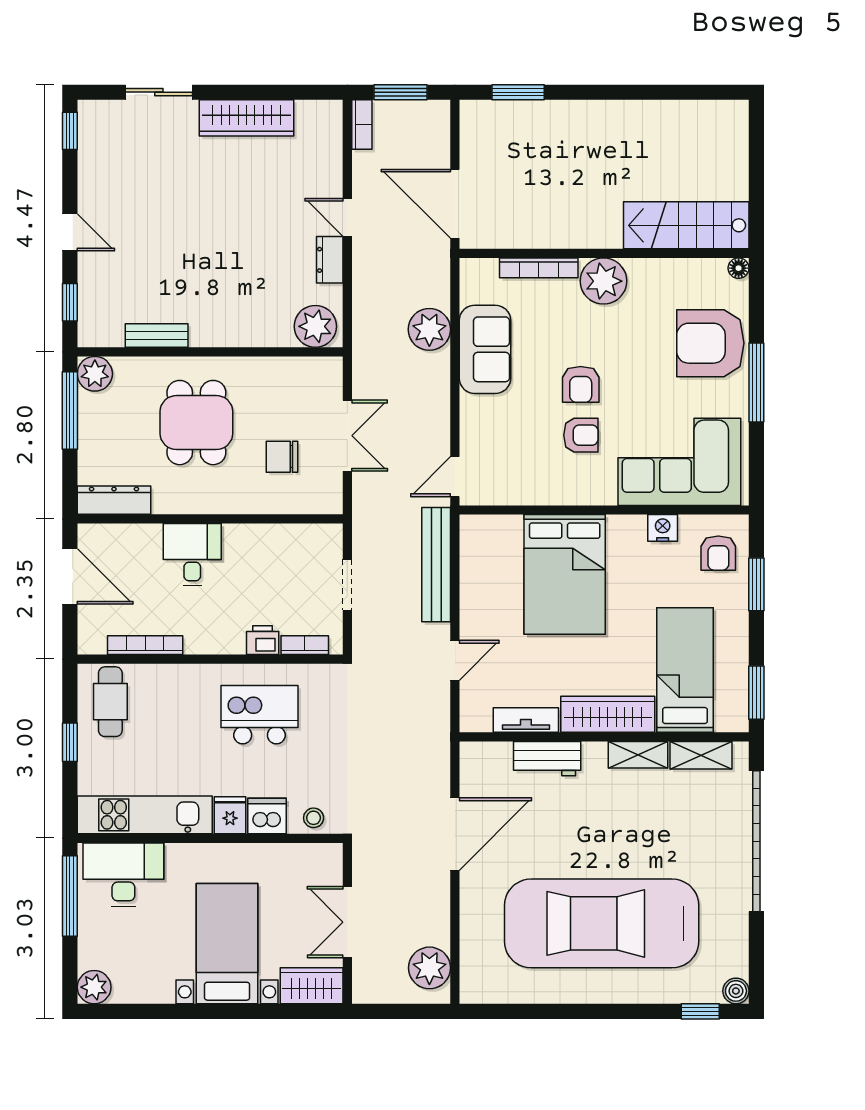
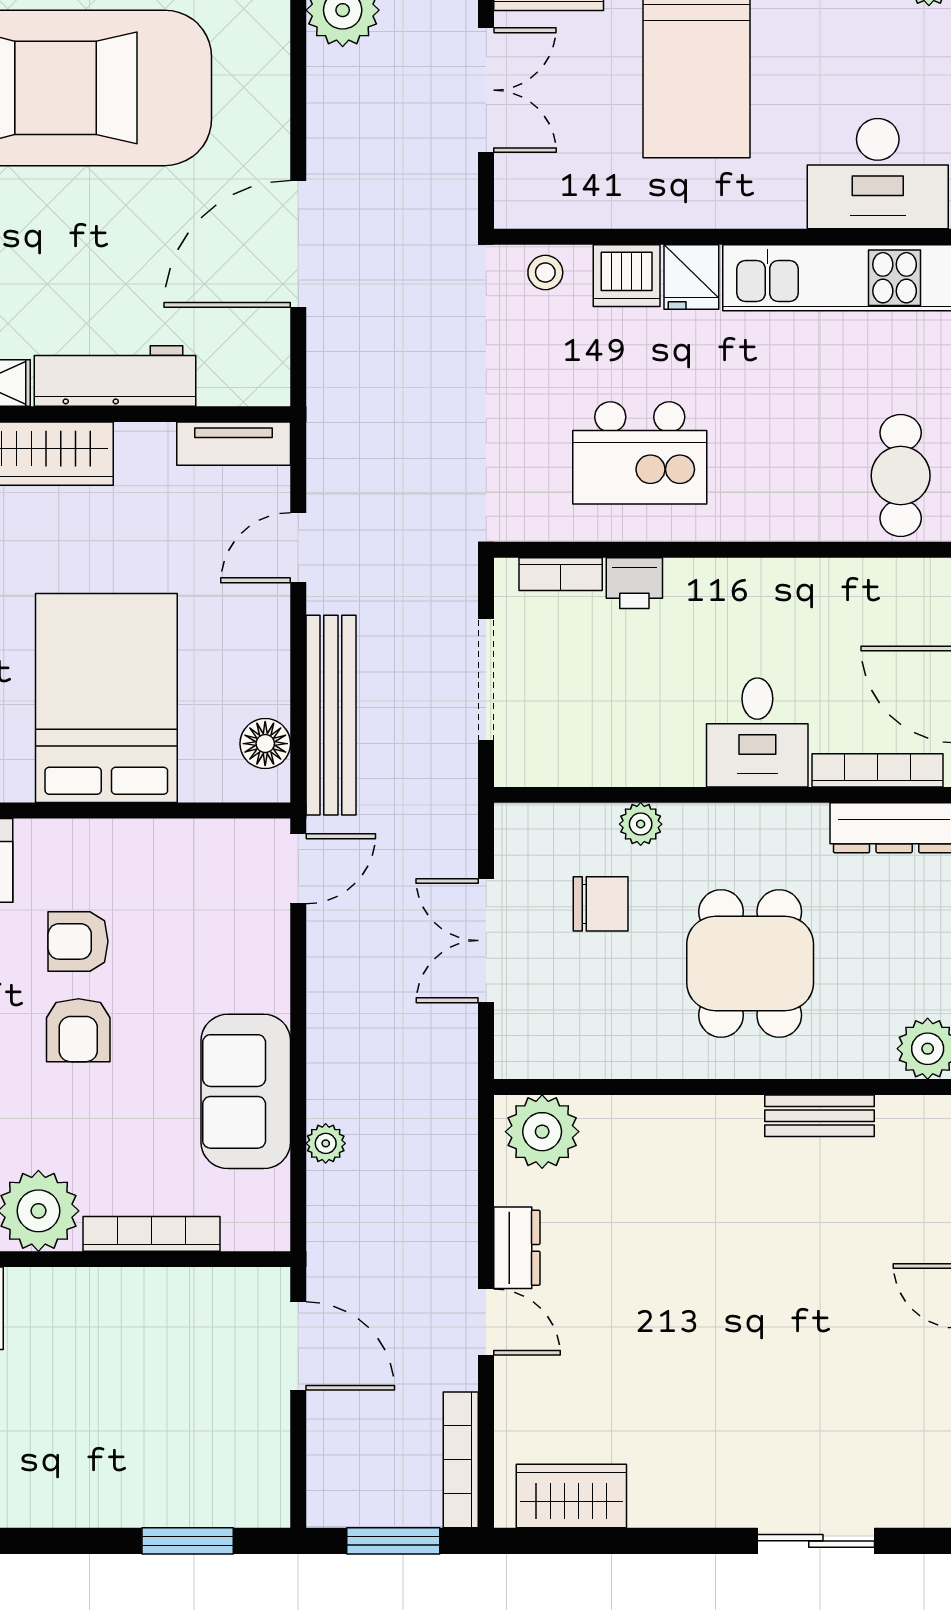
wardrobe: (247, 118) -> (571, 1496), moved, width x0.67
bookcase: (362, 125) -> (461, 1460), width x1.56
door: (455, 204) -> (298, 1346), width x0.73
plant: (429, 329) -> (326, 1143), width x0.53, depth x0.53
armchair: (581, 384) -> (78, 1030), turned 180
plant: (259, 502) -> (641, 824), added
floor lamp: (474, 548) -> (265, 744), added
doorway: (347, 585) -> (486, 680), width x1.38
bookcase: (145, 645) -> (877, 770), moved, turned 180
tv unit: (526, 720) -> (234, 444), moved
workbench: (547, 759) -> (115, 376), width x1.37

